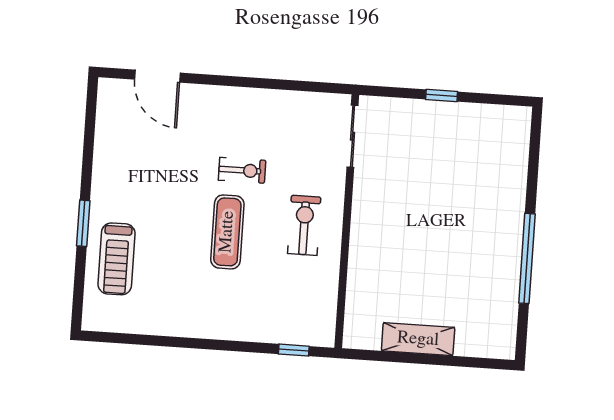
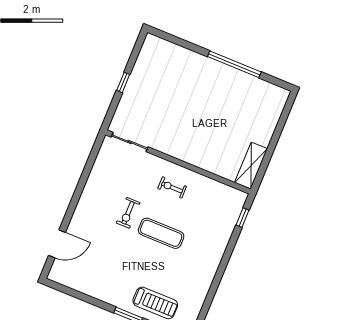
exercise bike: (242, 170) -> (128, 213), turned 180
exercise bike: (304, 225) -> (172, 187), width x0.73, depth x0.72
shelving: (418, 339) -> (251, 166), moved

